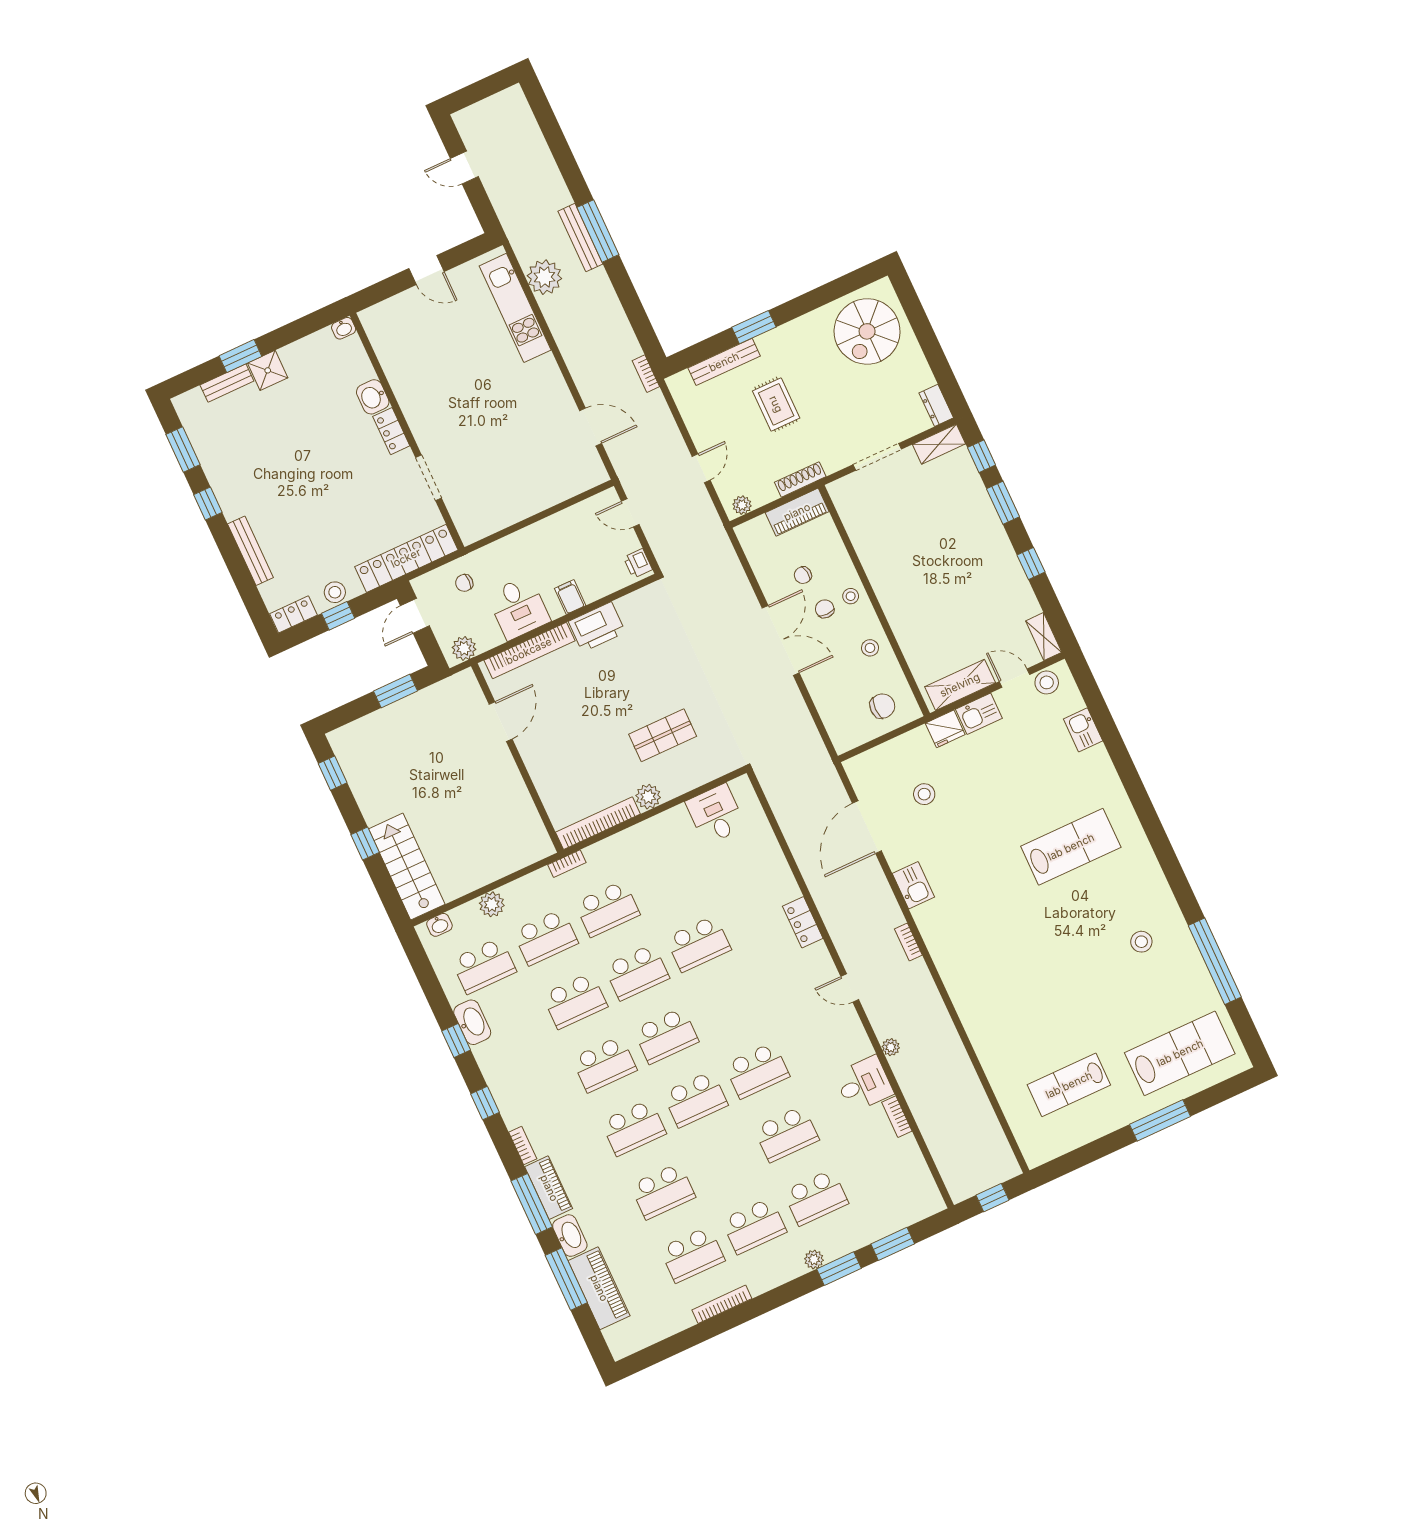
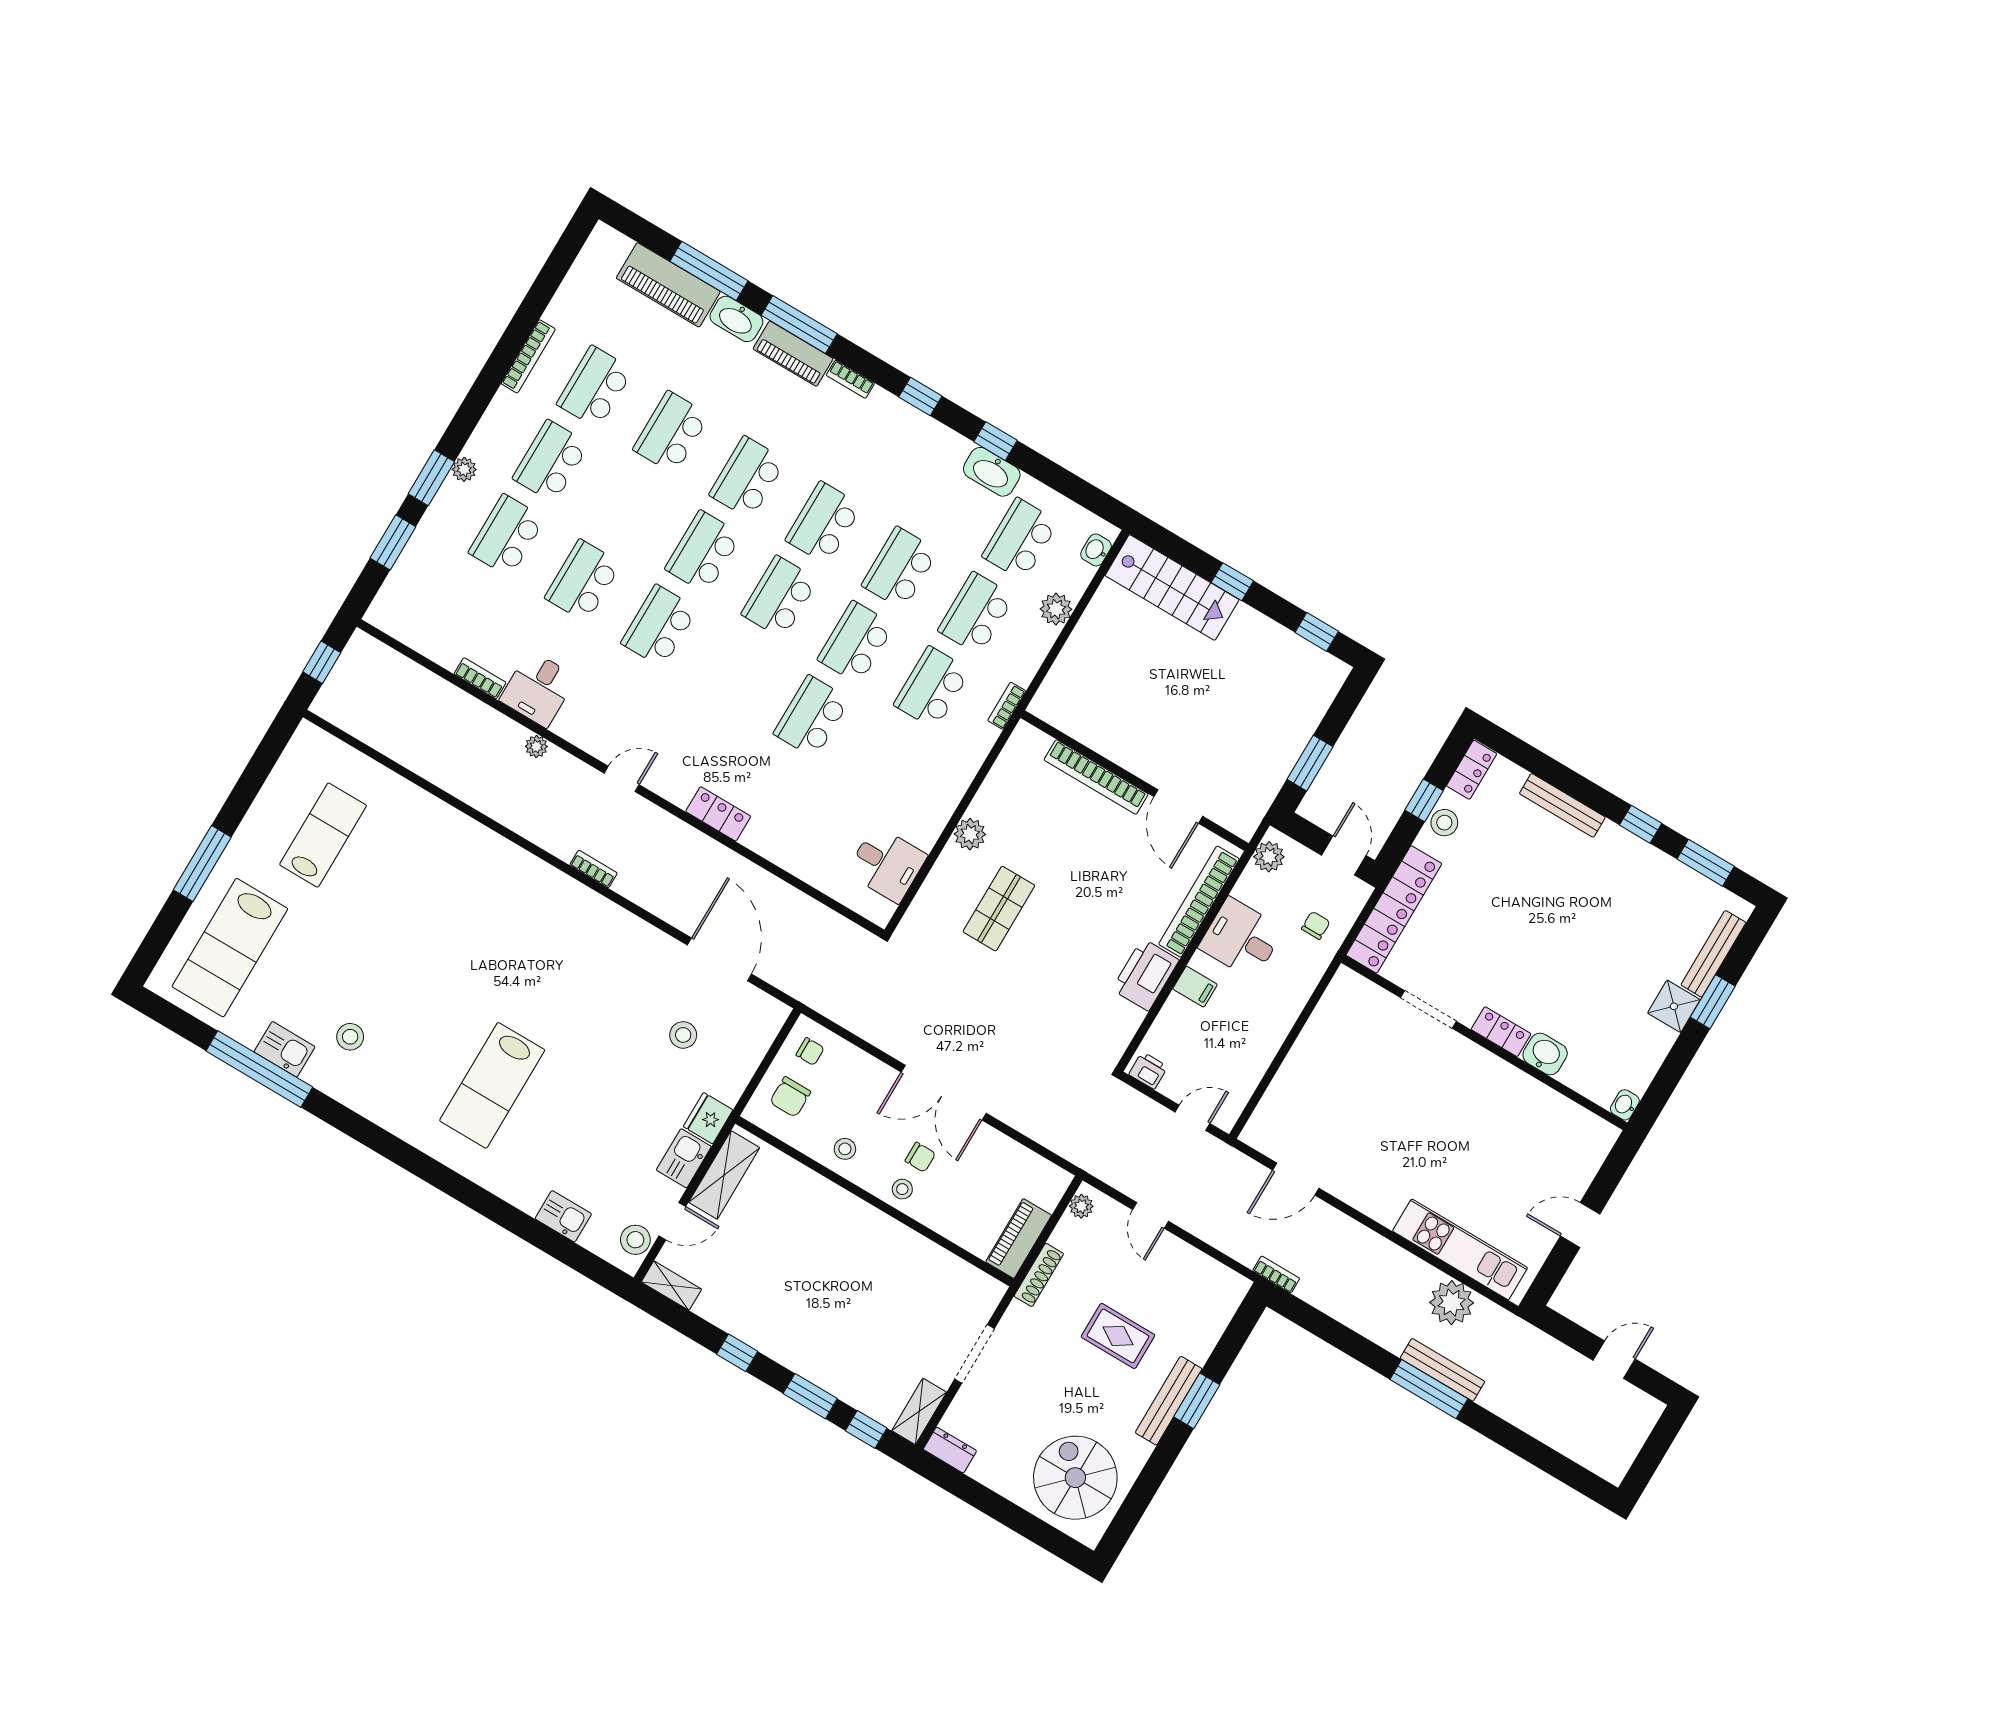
bench: (724, 362) -> (1169, 1401), moved
bench: (227, 383) -> (1713, 954), width x1.36
chair: (803, 575) -> (810, 1052), moved, turned 99
bookcase: (598, 823) -> (1096, 777), moved, turned 90
kitchen sink: (913, 885) -> (285, 1049), moved, turned 180

